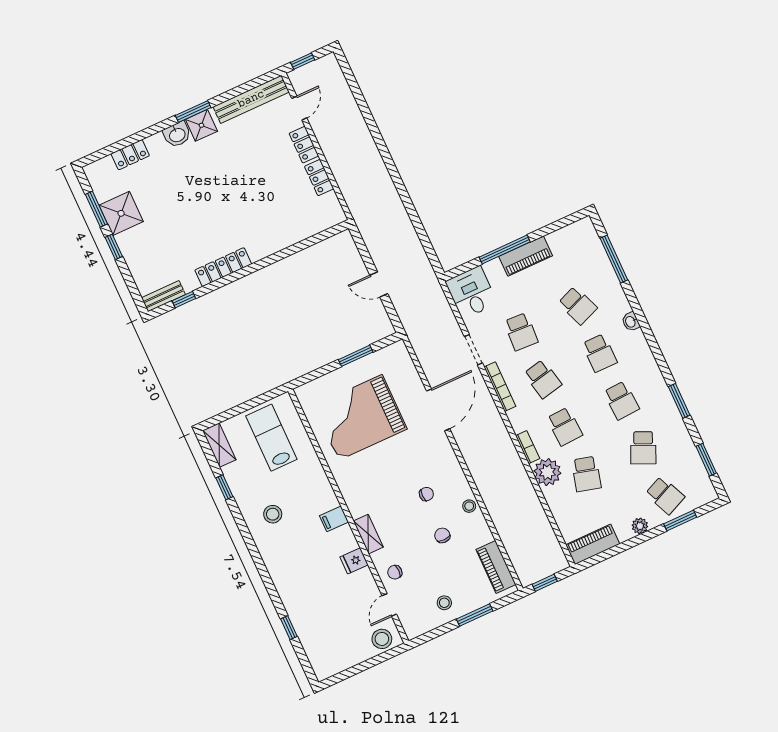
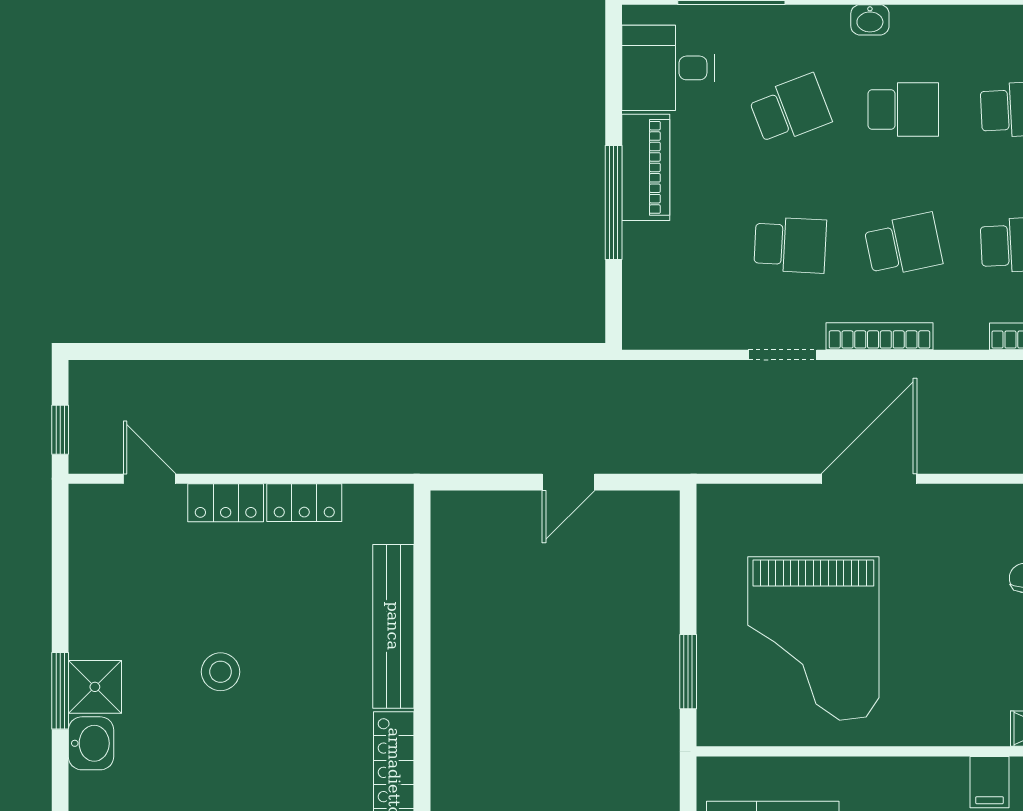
bench: (251, 99) -> (393, 626), moved
stool: (232, 175) -> (221, 672), added
desk: (471, 292) -> (668, 68), moved
window: (356, 356) -> (688, 672), moved
door: (438, 410) -> (869, 479), hinge flipped

